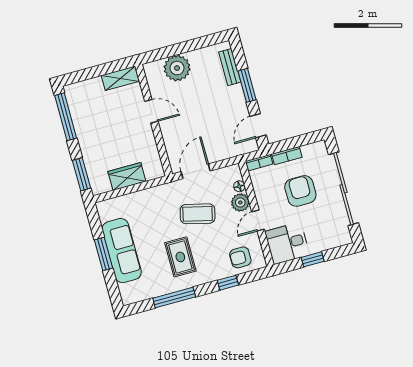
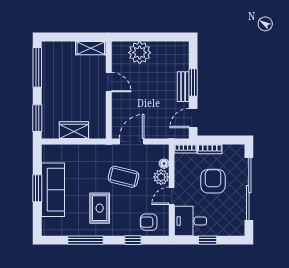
bench: (230, 67) -> (183, 87), moved

